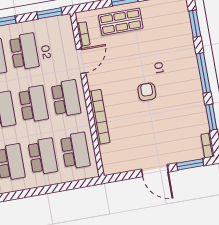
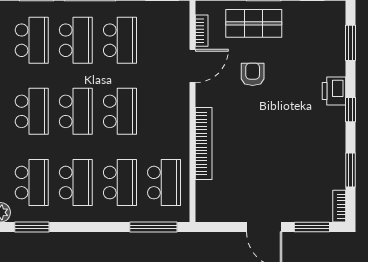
printer: (189, 61) -> (334, 91), added
window: (203, 73) -> (351, 110), width x0.46
armchair: (147, 92) -> (253, 74), moved
school desk: (66, 98) -> (164, 111), removed
window: (73, 185) -> (153, 227), added

